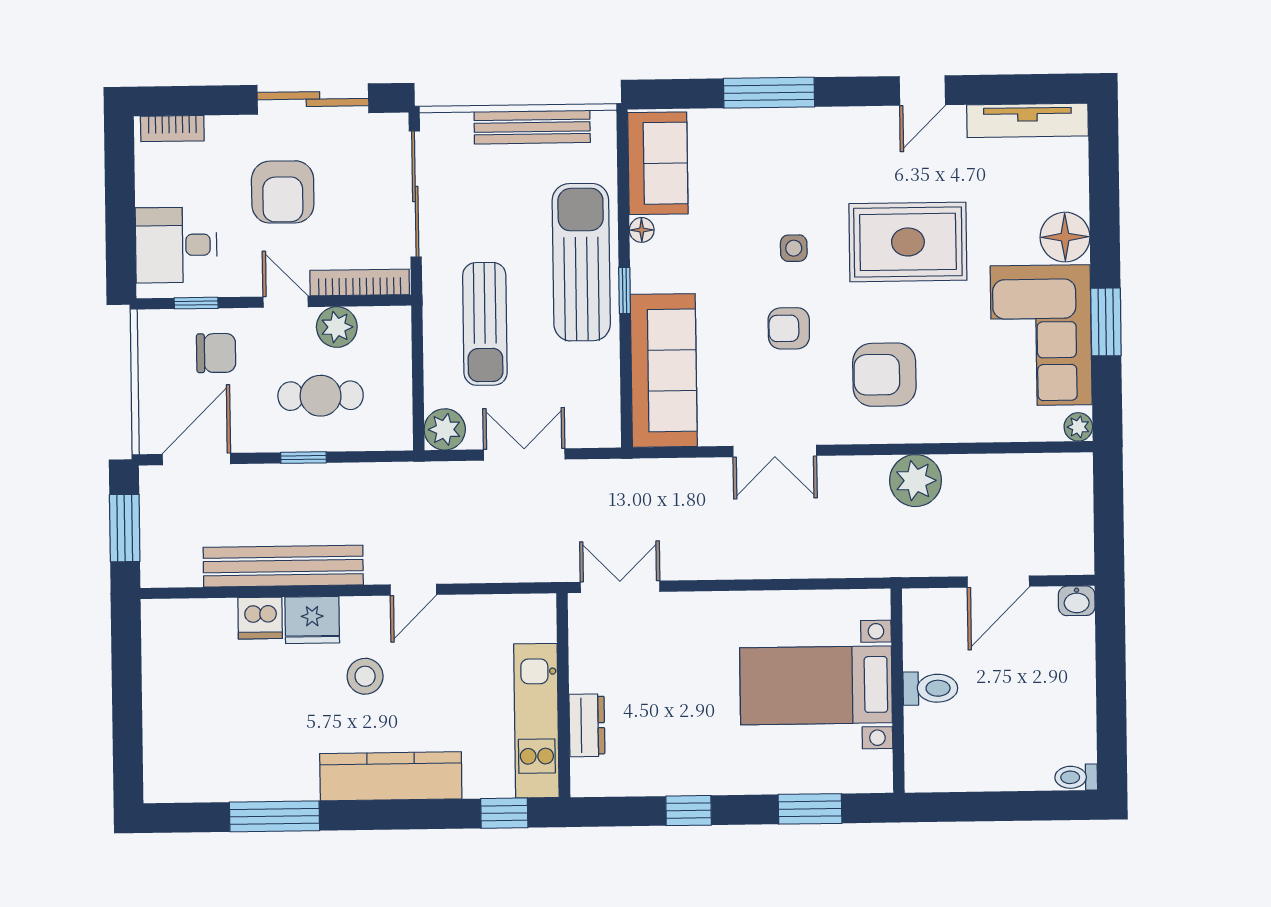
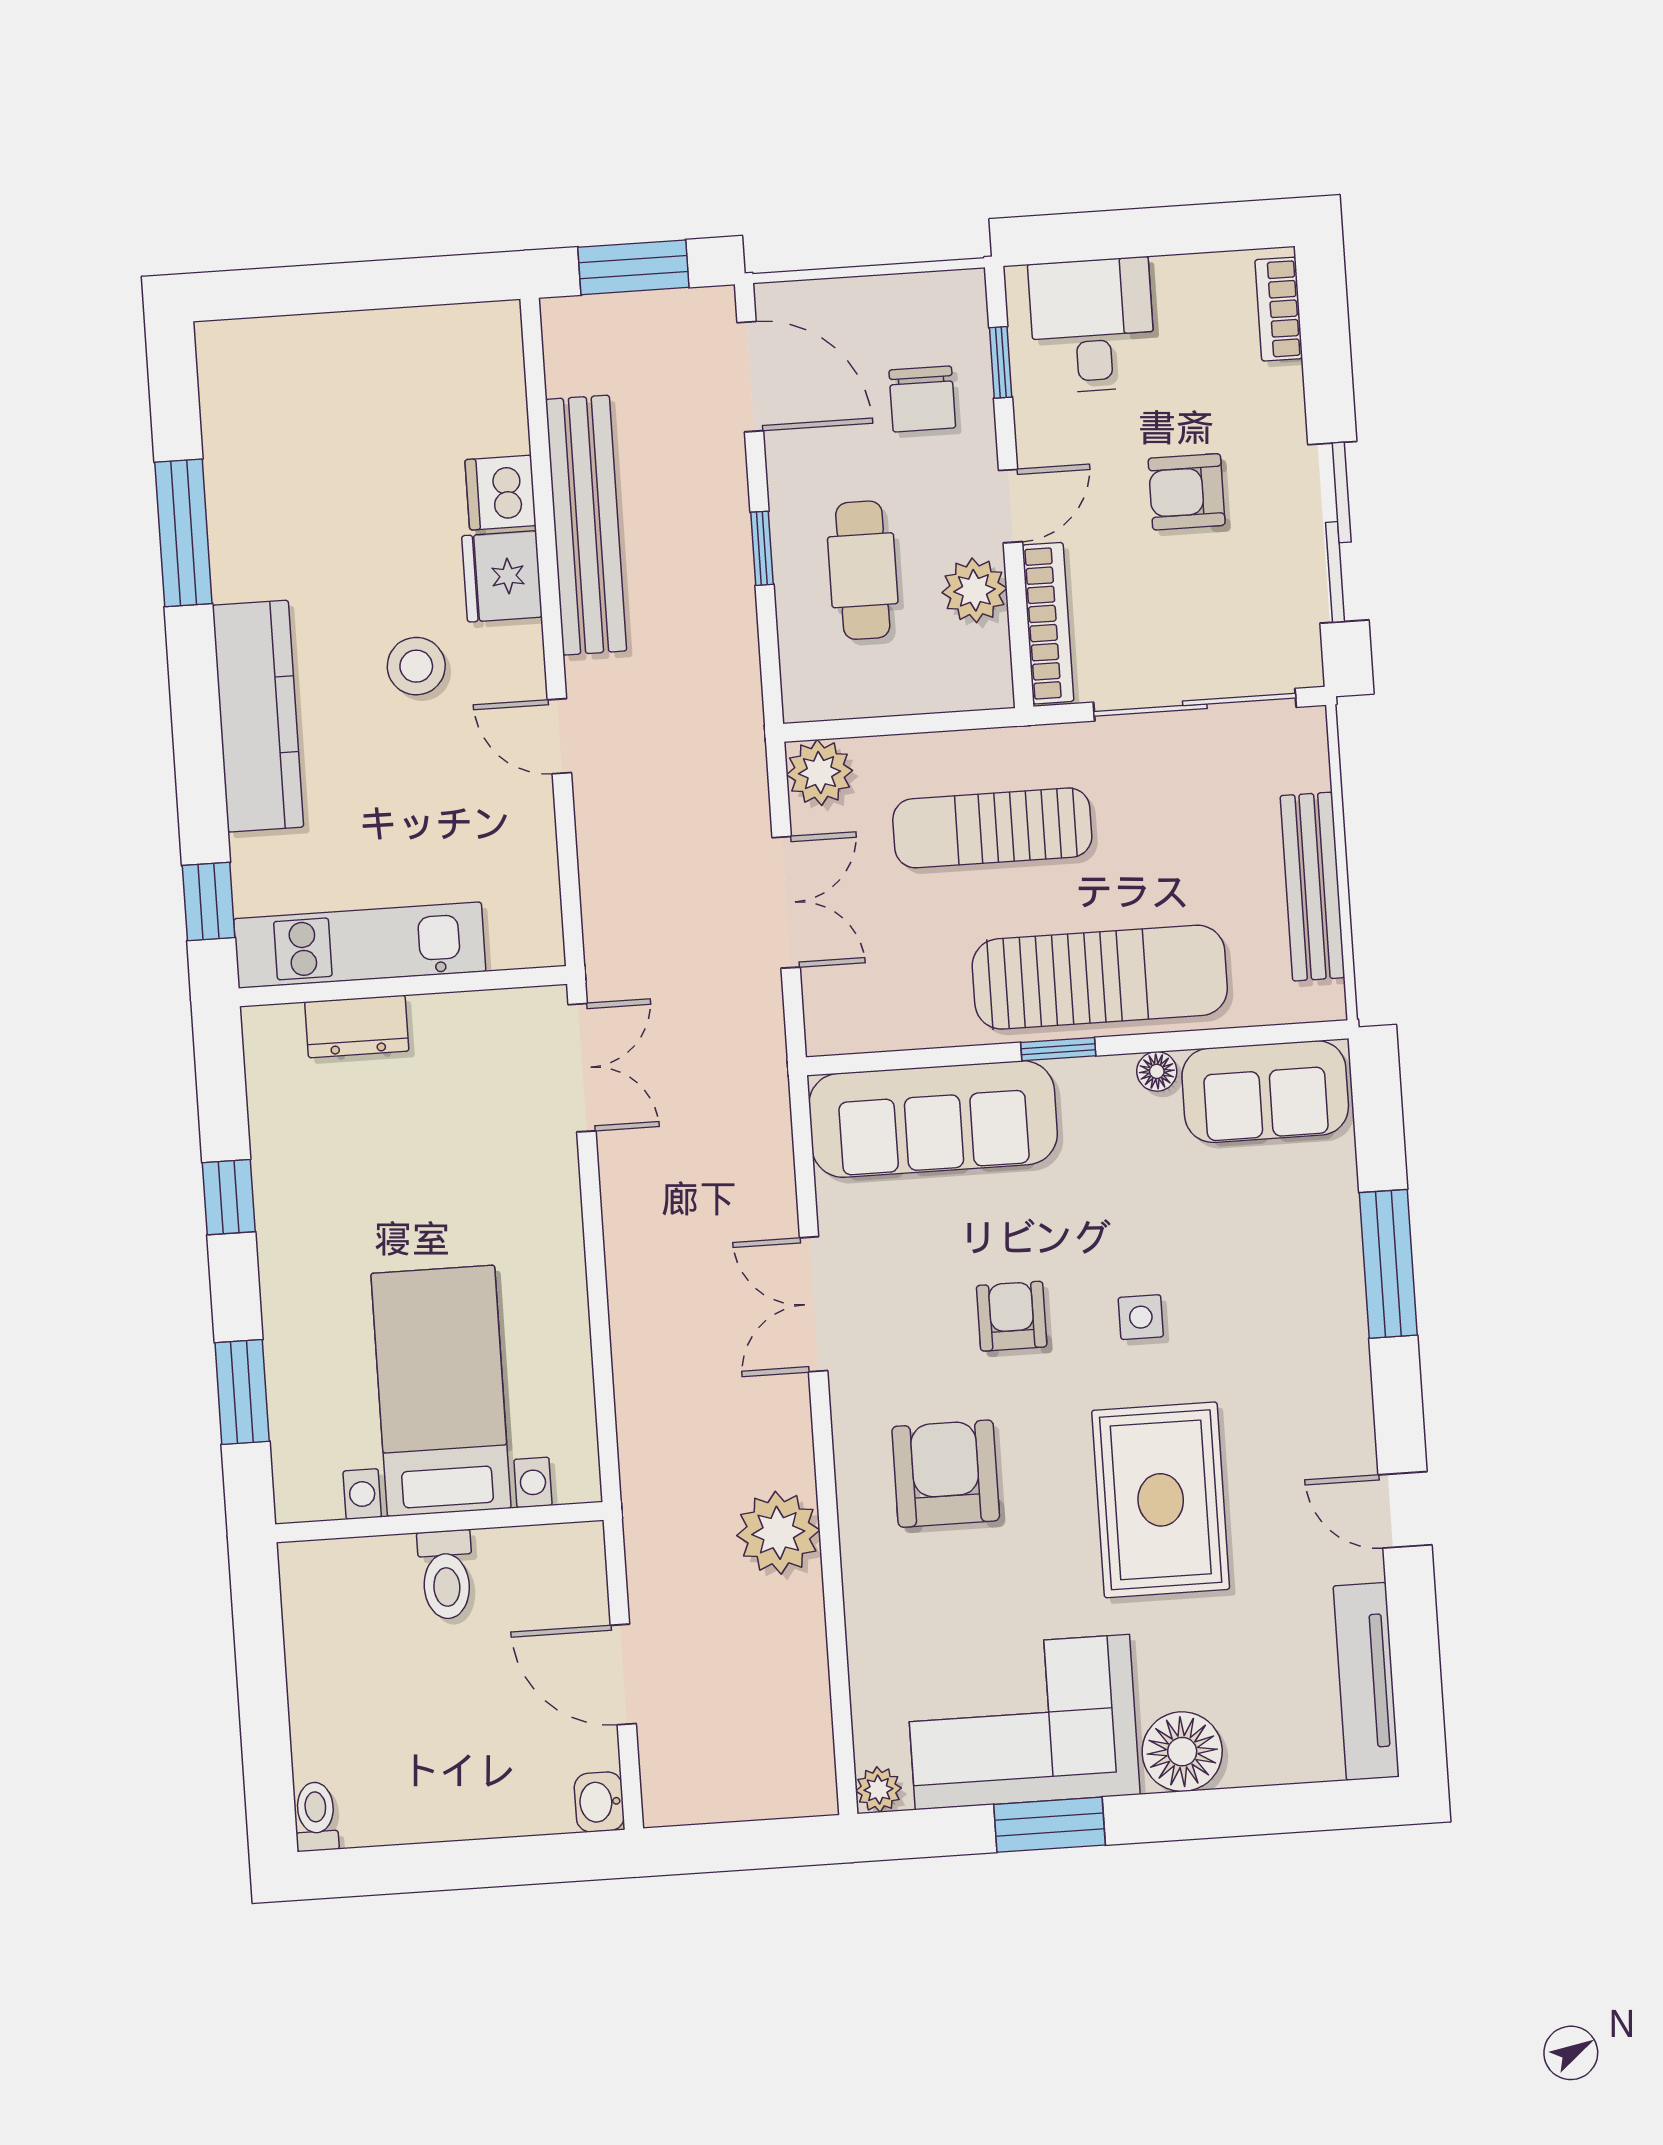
armchair: (283, 192) -> (1187, 492), width x0.72, depth x0.72

